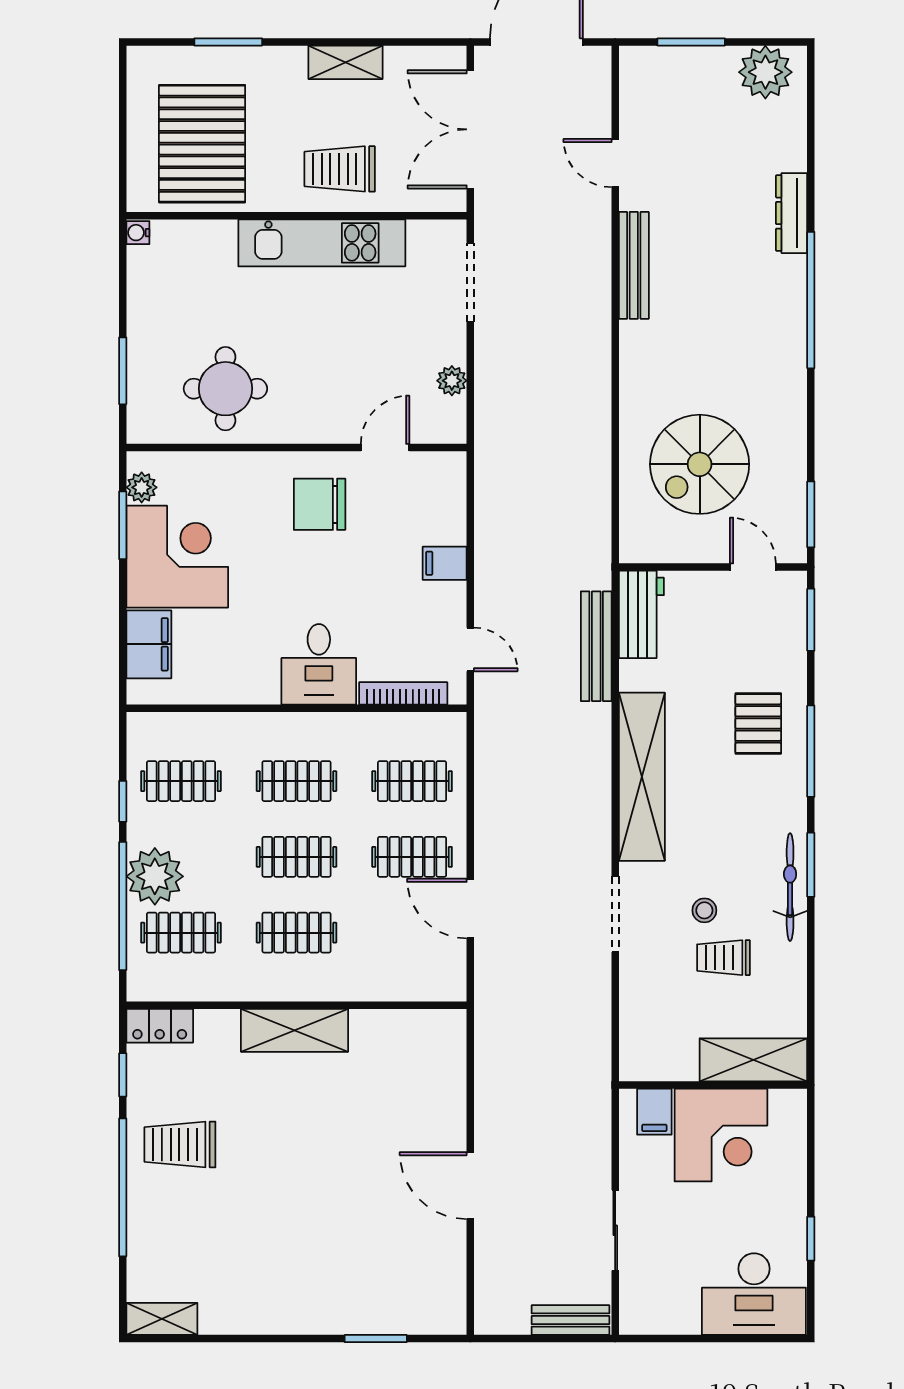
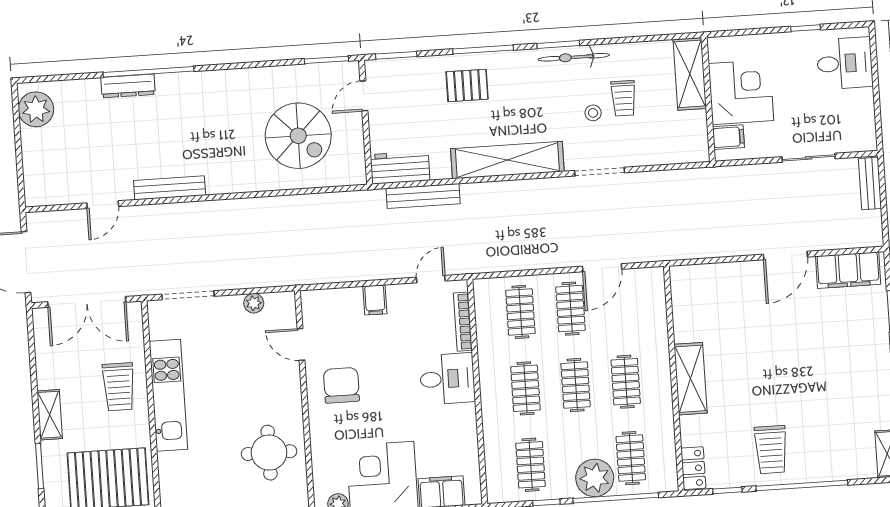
window: (691, 42) -> (19, 160), removed
shelving: (346, 62) -> (50, 415), moved
window: (811, 300) -> (149, 72), moved
chair: (320, 504) -> (341, 385), turned 180
filing cabinet: (442, 1279) -> (848, 270), added
desk: (754, 1294) -> (845, 63), width x0.73

